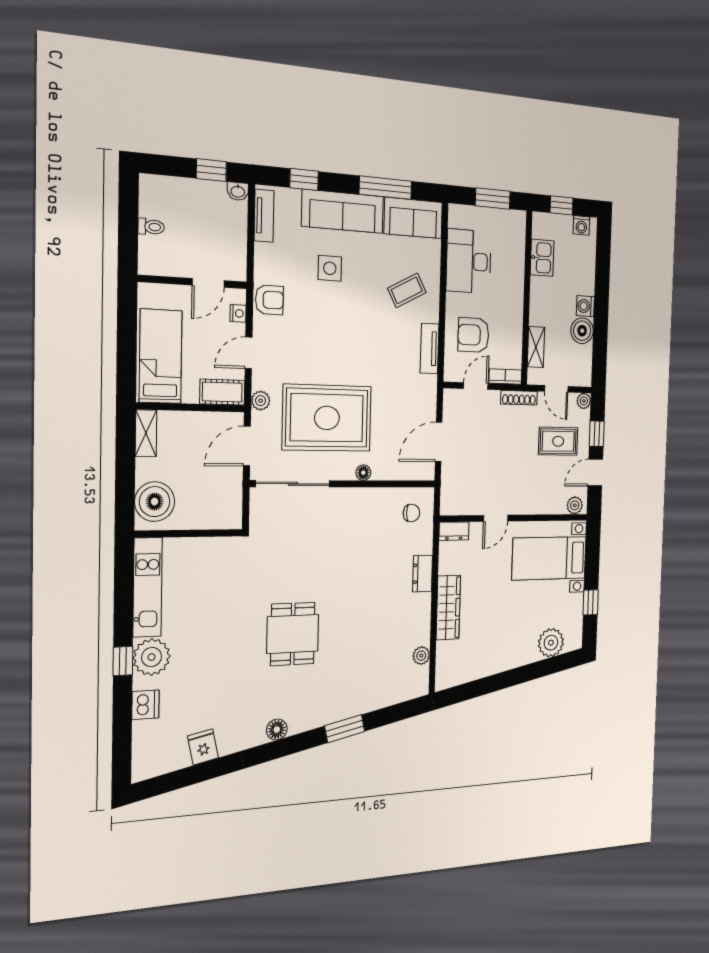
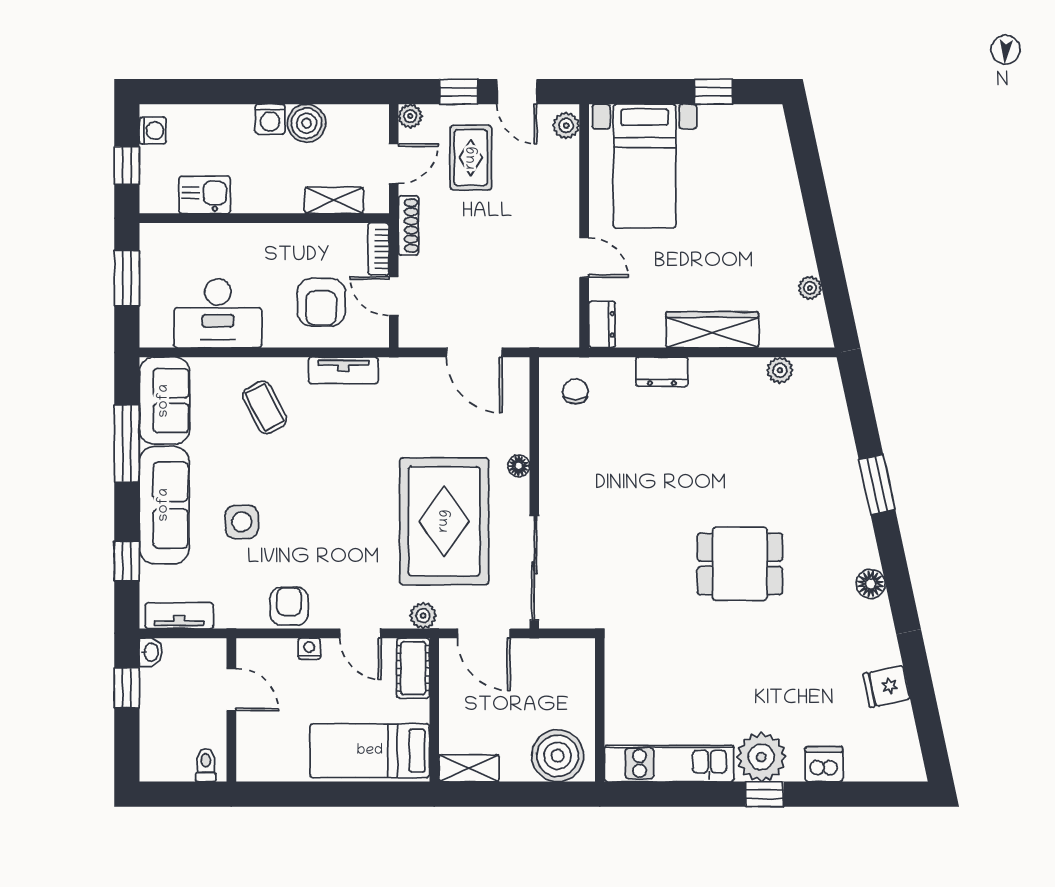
wall: (193, 282) -> (231, 710), moved
door: (208, 283) -> (231, 690), moved
plant: (551, 643) -> (810, 288), moved, width x0.53, depth x0.53

